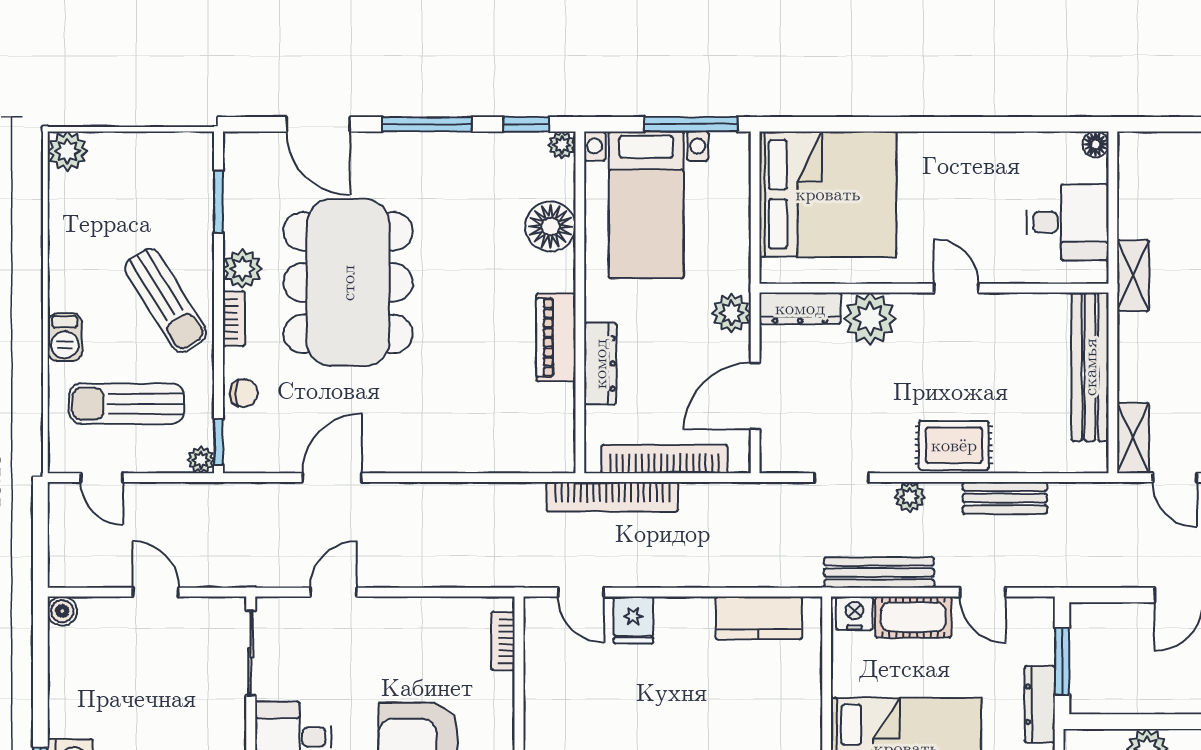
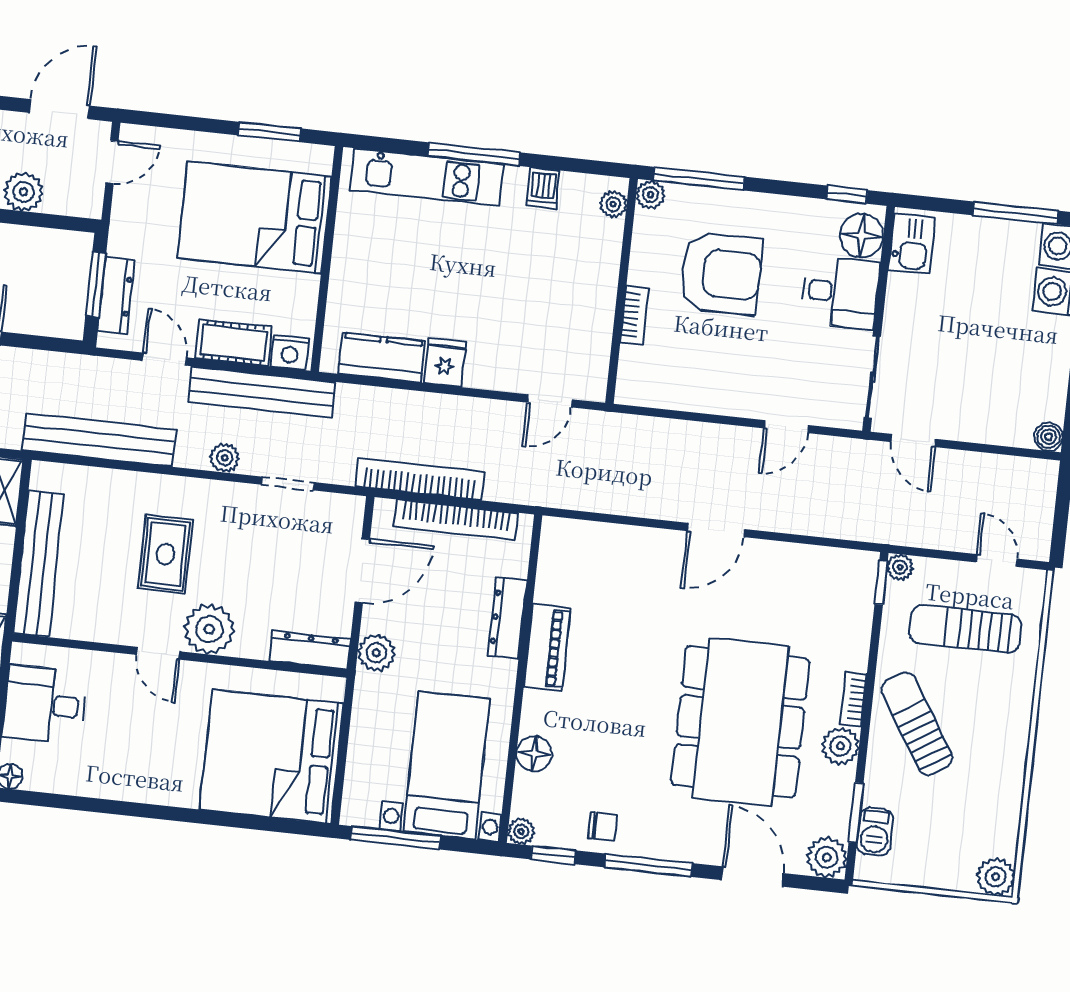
plant: (244, 152) -> (827, 857), added
floor lamp: (550, 226) -> (534, 754), width x0.73, depth x0.73
plant: (870, 319) -> (209, 629), moved
barbecue: (65, 337) -> (875, 832), moved, turned 180
chair: (244, 393) -> (603, 826), moved, turned 180
sun lounger: (127, 404) -> (965, 629), turned 180
rug: (954, 445) -> (165, 554), moved, turned 90
door: (332, 478) -> (716, 530), moved
bookcase: (612, 497) -> (420, 479), moved
bench: (1005, 498) -> (99, 440), width x1.86, depth x1.21
bench: (879, 572) -> (262, 392), width x1.37, depth x1.21
door: (156, 592) -> (914, 441), moved
door: (581, 592) -> (550, 401), swing flipped
fridge: (633, 620) -> (445, 363), moved
bookcase: (503, 641) -> (634, 315), moved
dresser: (1040, 704) -> (116, 296), moved

